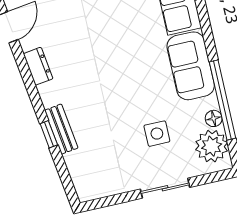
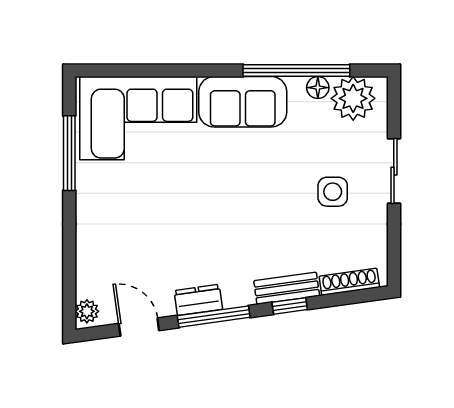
window: (28, 80) -> (214, 317), added
side table: (157, 134) -> (333, 192), moved
shoe rack: (77, 174) -> (349, 282), added

